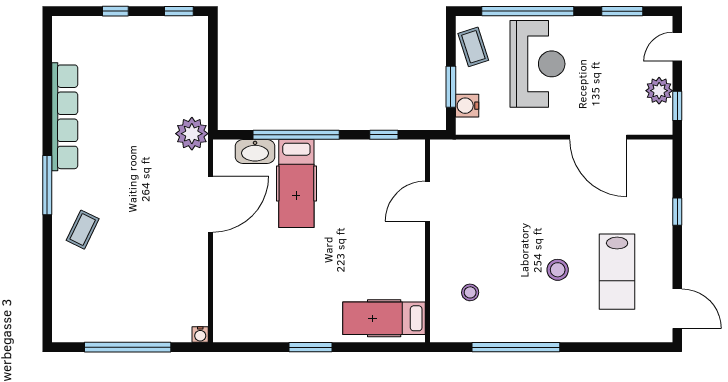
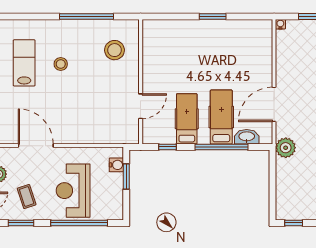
coffee table: (473, 47) -> (27, 196), moved
stool: (470, 292) -> (115, 50), width x1.89, depth x1.89
hospital bed: (384, 318) -> (187, 119), moved, turned -90

